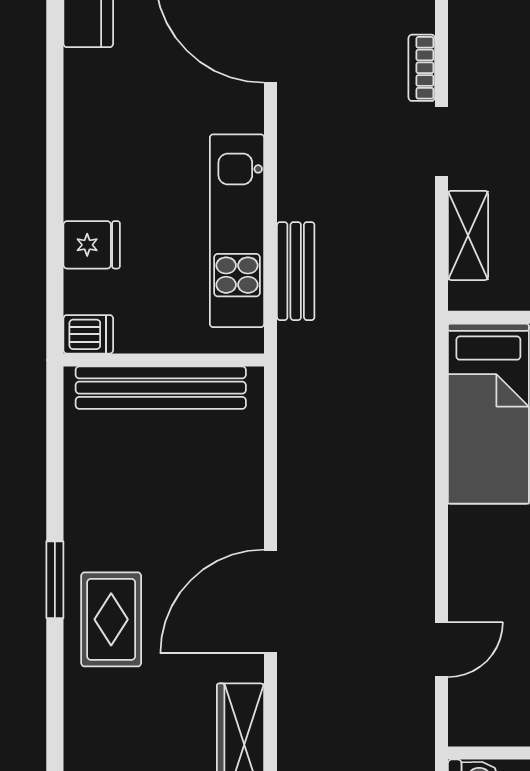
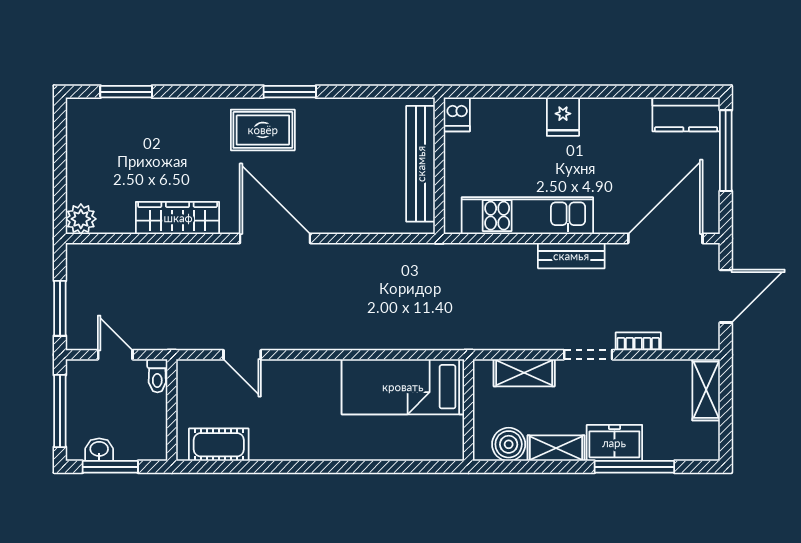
fridge: (92, 245) -> (563, 117), moved
bench: (296, 271) -> (571, 256), moved

